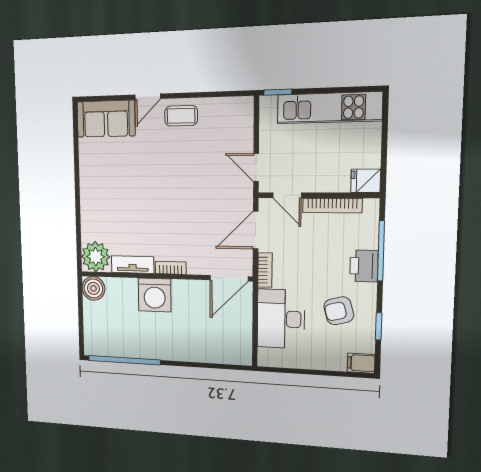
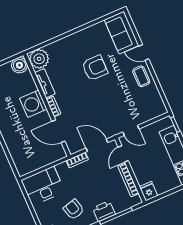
door: (256, 168) -> (131, 130), swing flipped
armchair: (140, 182) -> (95, 68), added
door: (229, 278) -> (58, 131), moved
desk: (281, 319) -> (43, 186), moved

